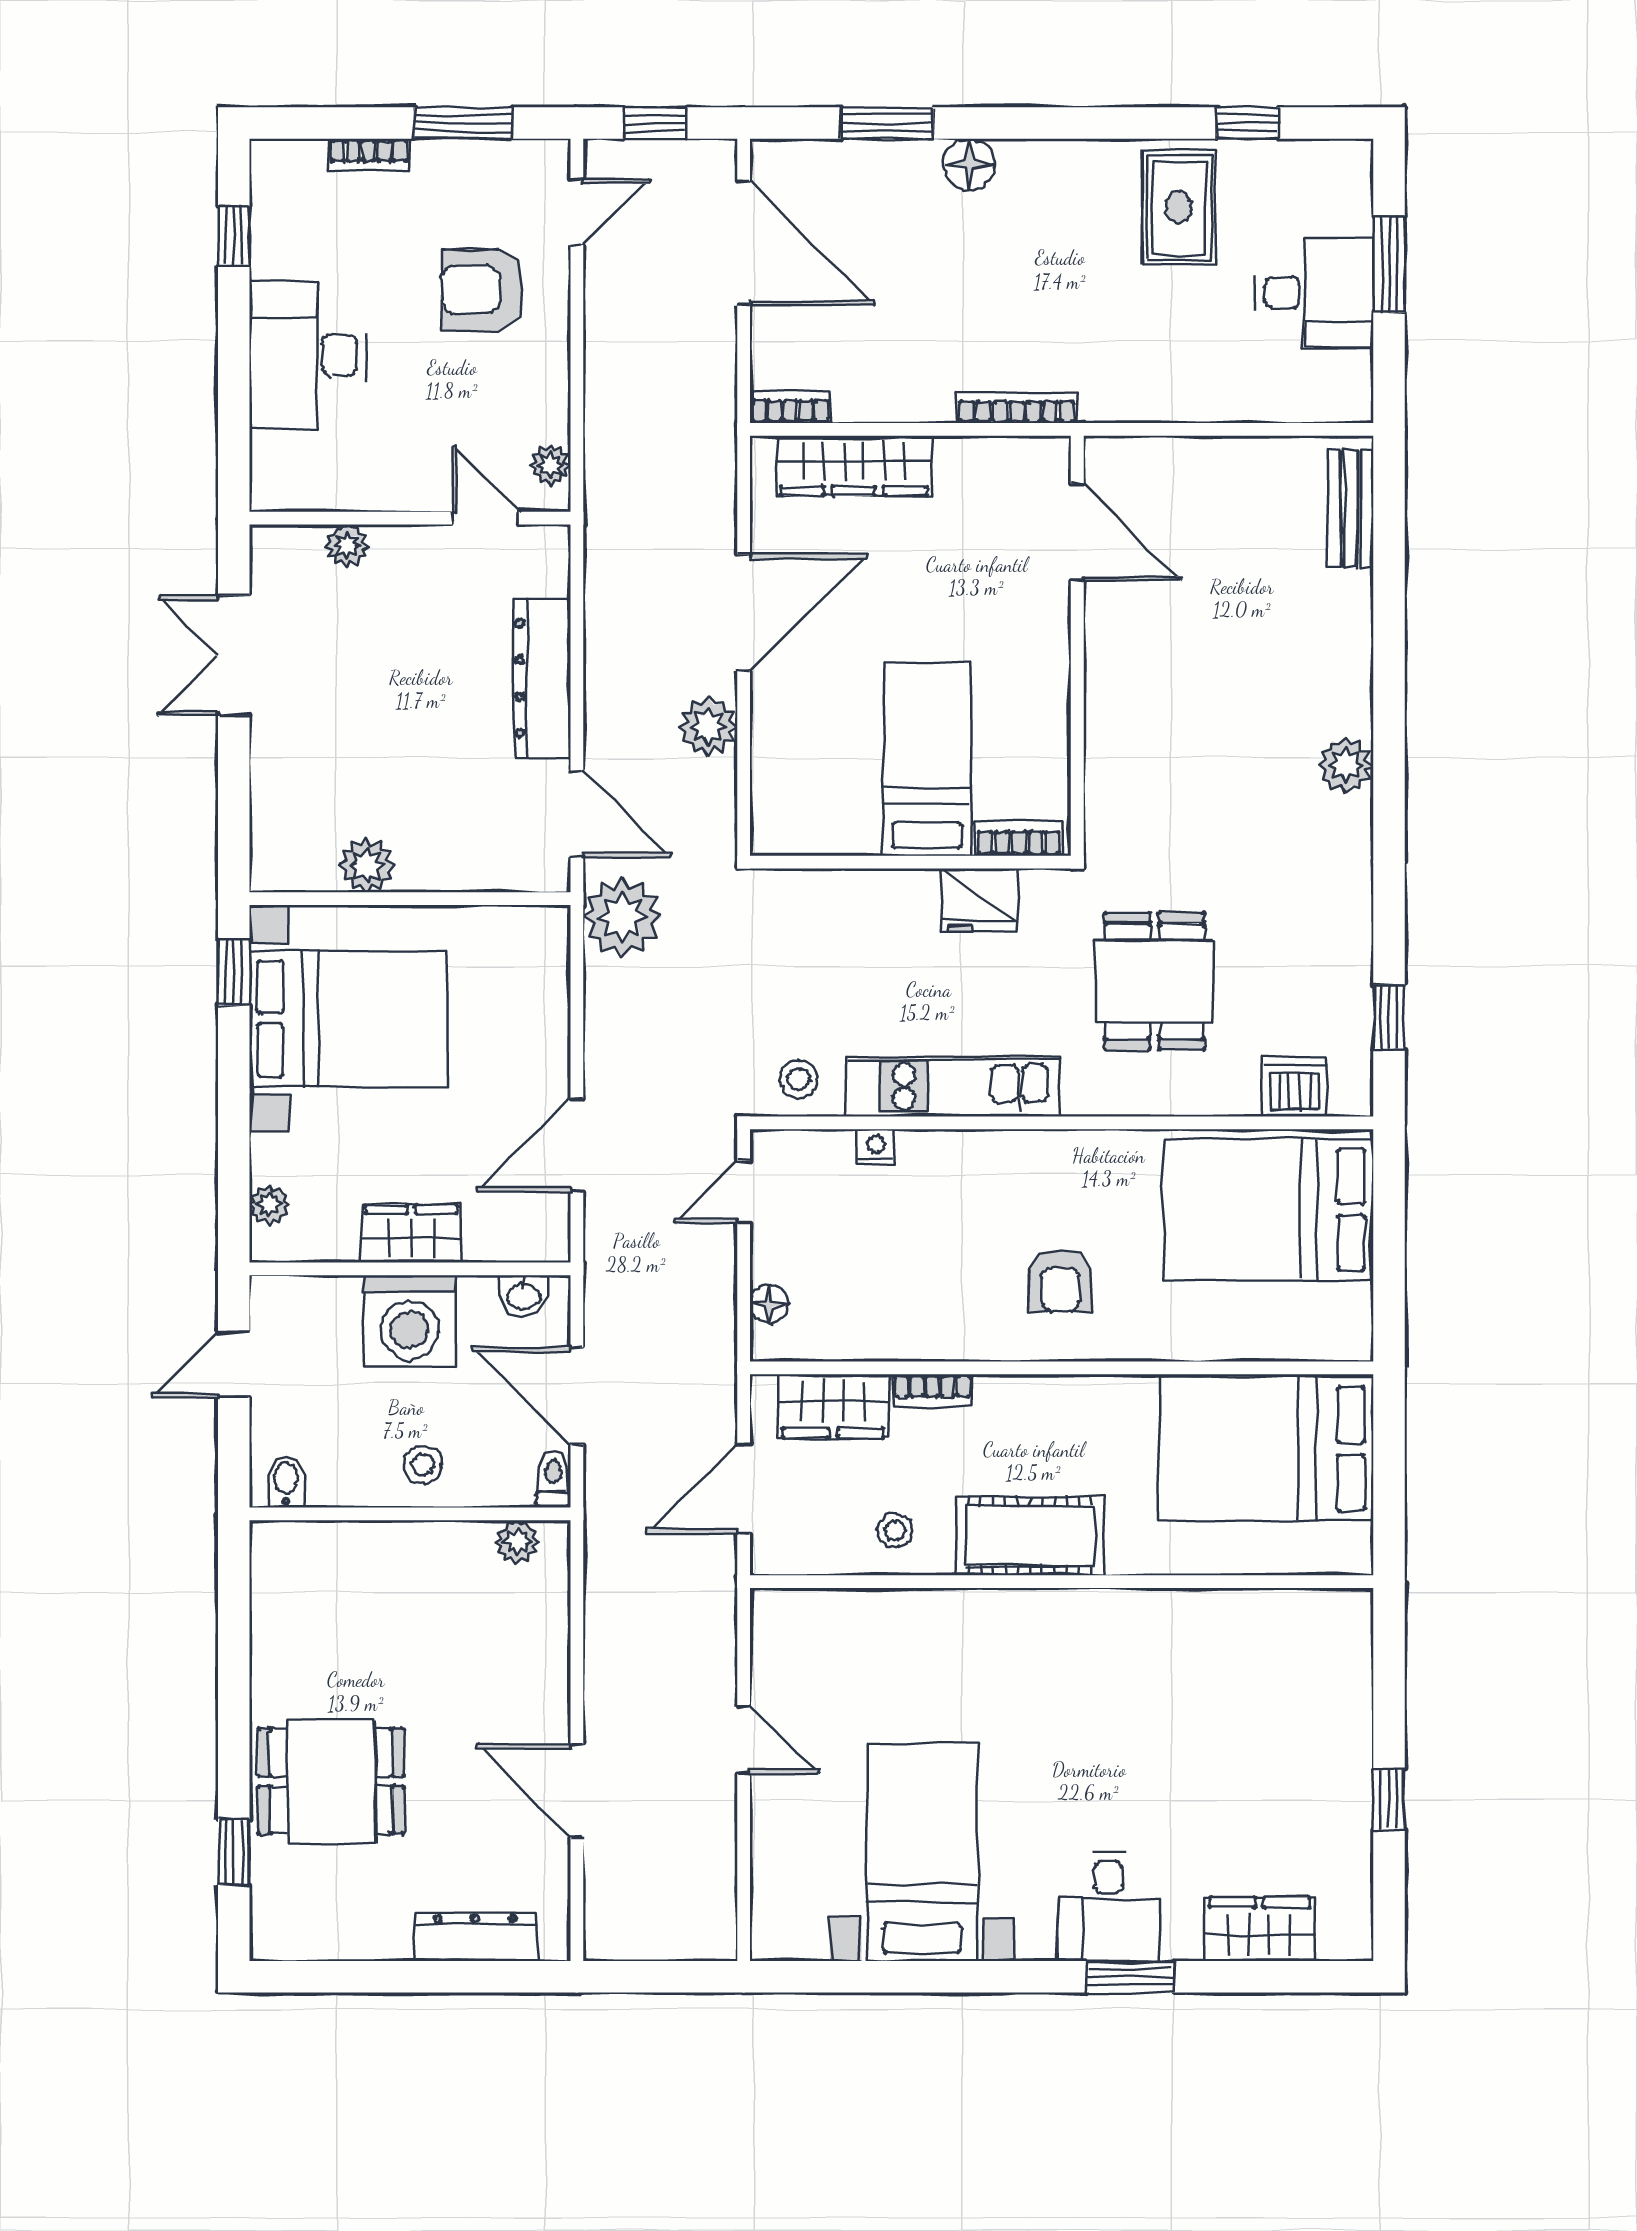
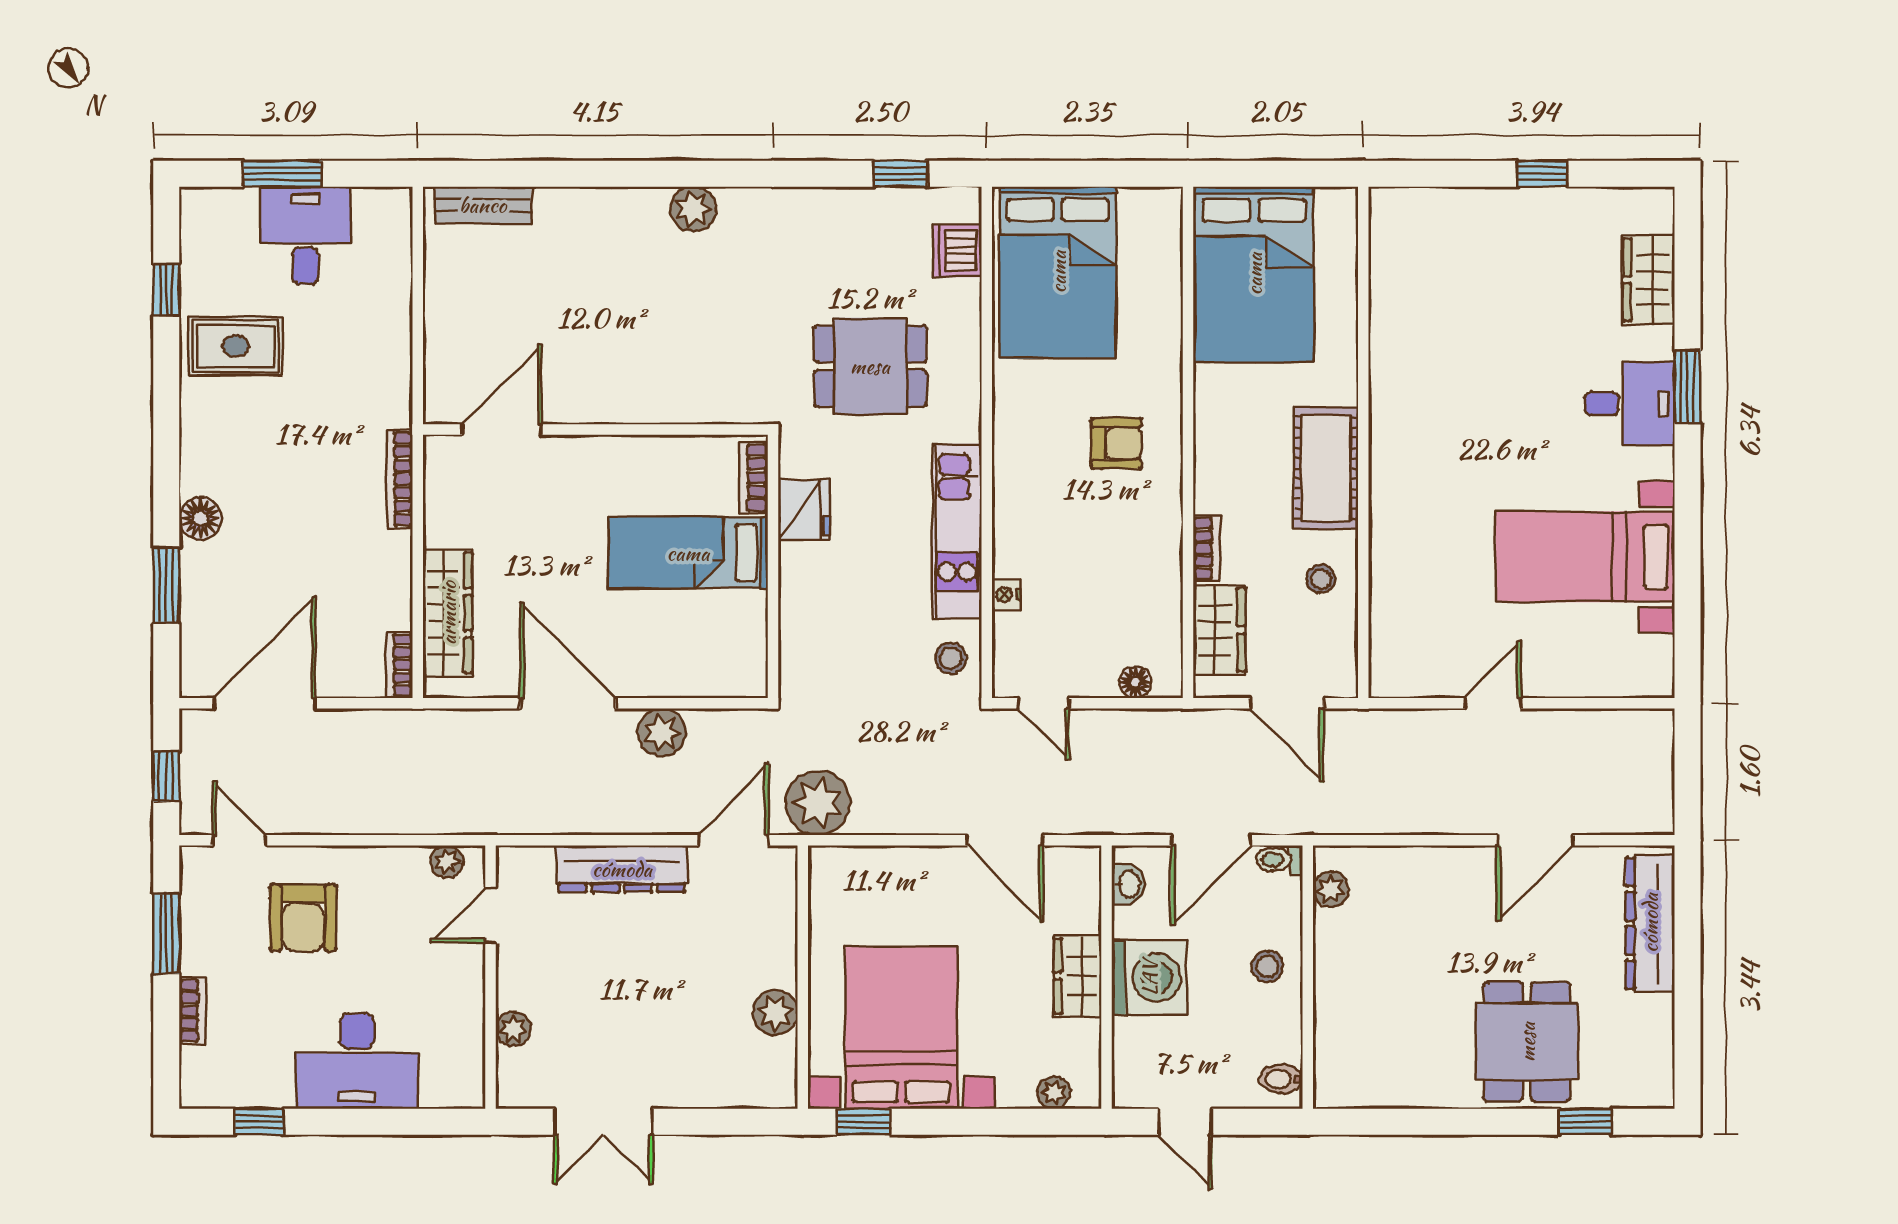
dresser: (475, 1937) -> (1650, 923), width x1.37, depth x1.24

